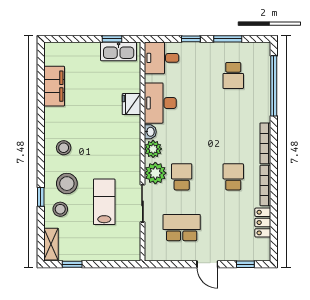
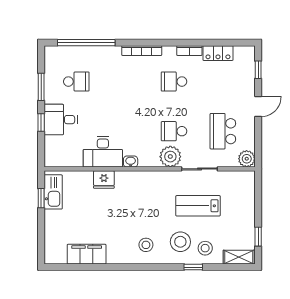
desk: (162, 58) -> (61, 120), moved, turned 90
plant: (153, 149) -> (247, 159), moved
bookcase: (265, 185) -> (189, 51), width x0.64

